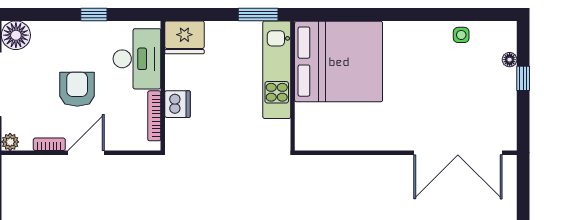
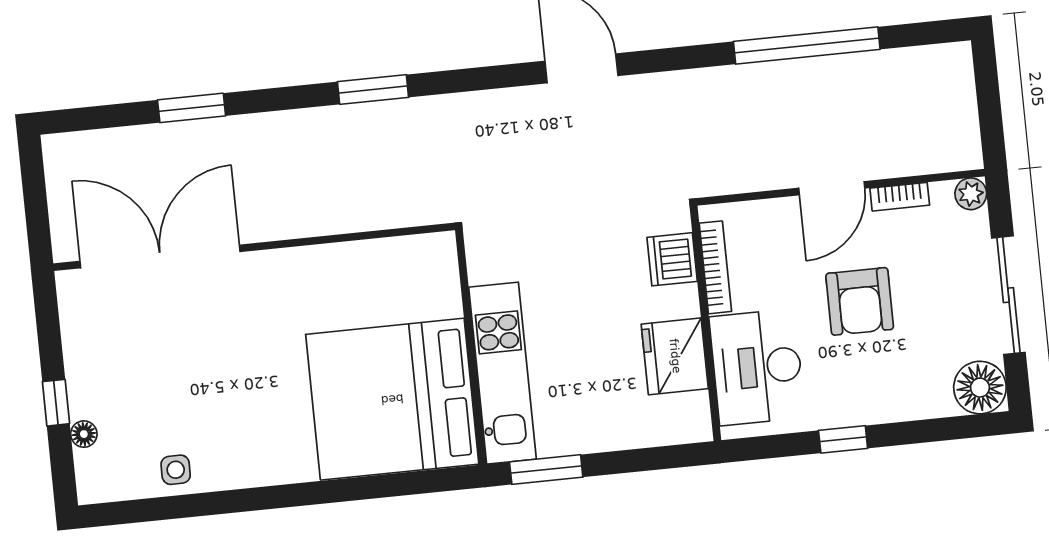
fridge: (184, 37) -> (675, 356), moved, turned -90
dishwasher: (177, 104) -> (672, 259), moved

